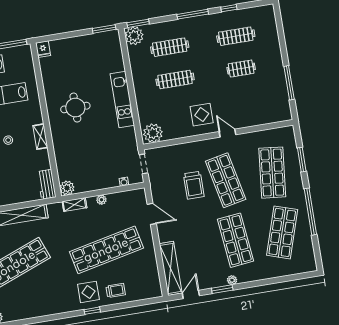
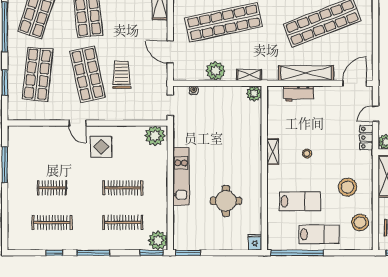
round table: (75, 108) -> (226, 201), moved
workbench: (47, 184) -> (299, 94), moved, turned 90
plant: (101, 200) -> (216, 71), width x1.88, depth x1.88

